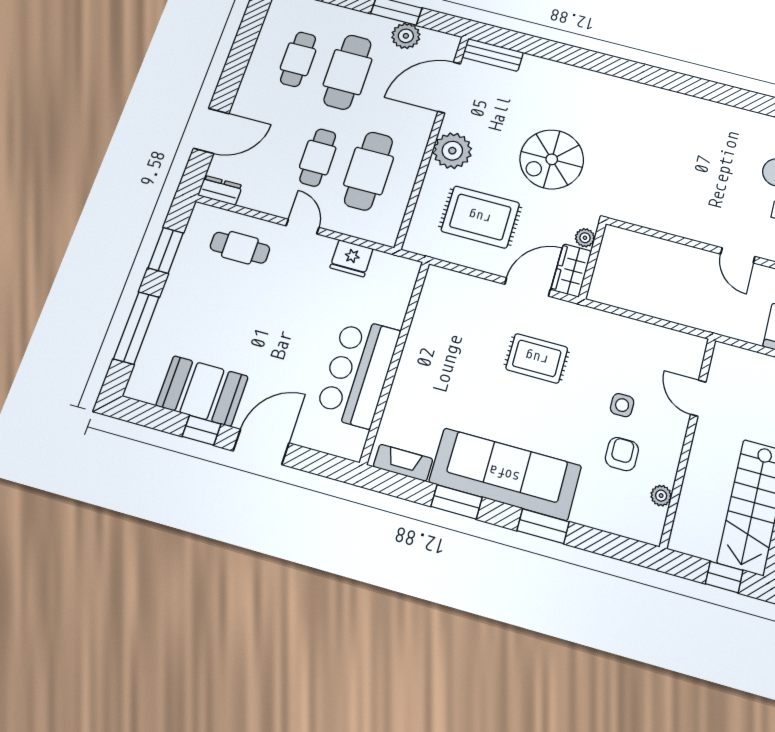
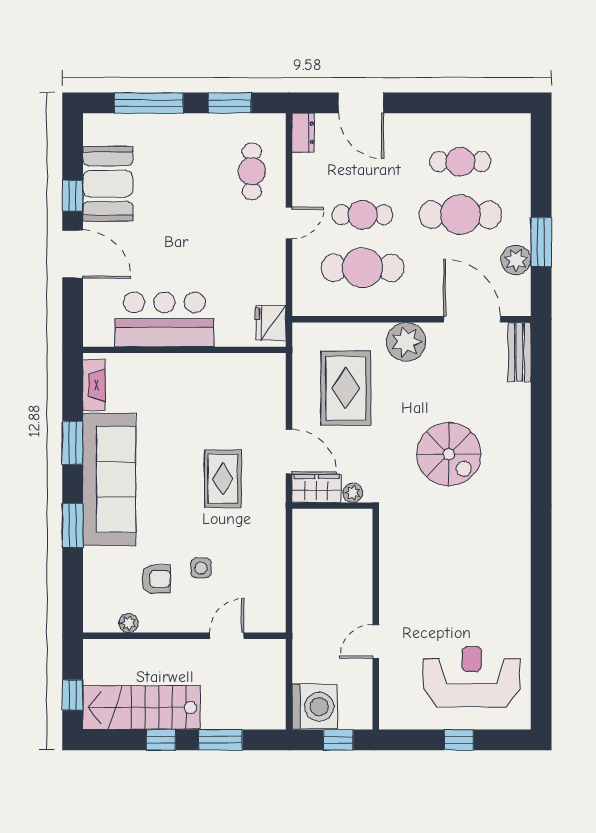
spiral stairs: (552, 159) -> (449, 454), moved, turned 180
fridge: (351, 258) -> (271, 323), moved

